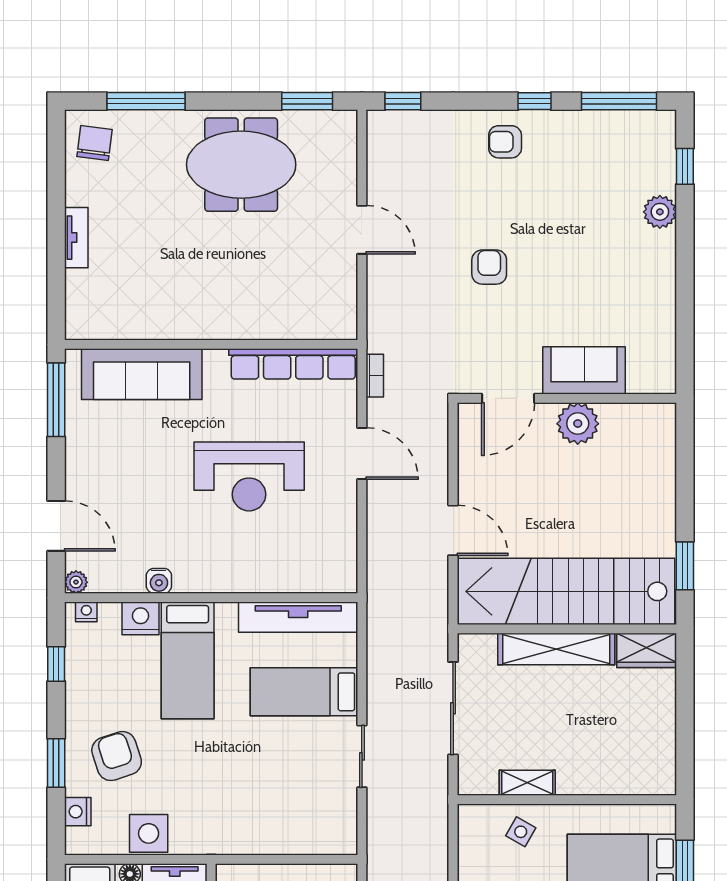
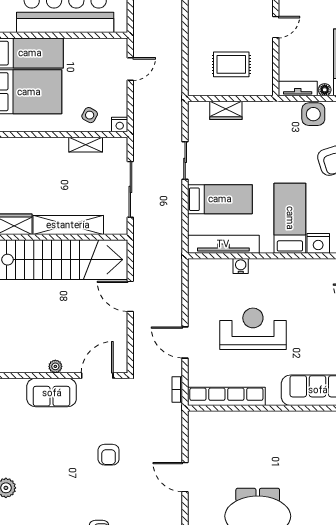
plant: (578, 424) -> (55, 366), width x0.53, depth x0.53
water cooler: (159, 581) -> (241, 266), moved
nightstand: (471, 816) -> (120, 125), added
wardrobe: (294, 840) -> (226, 110), added

